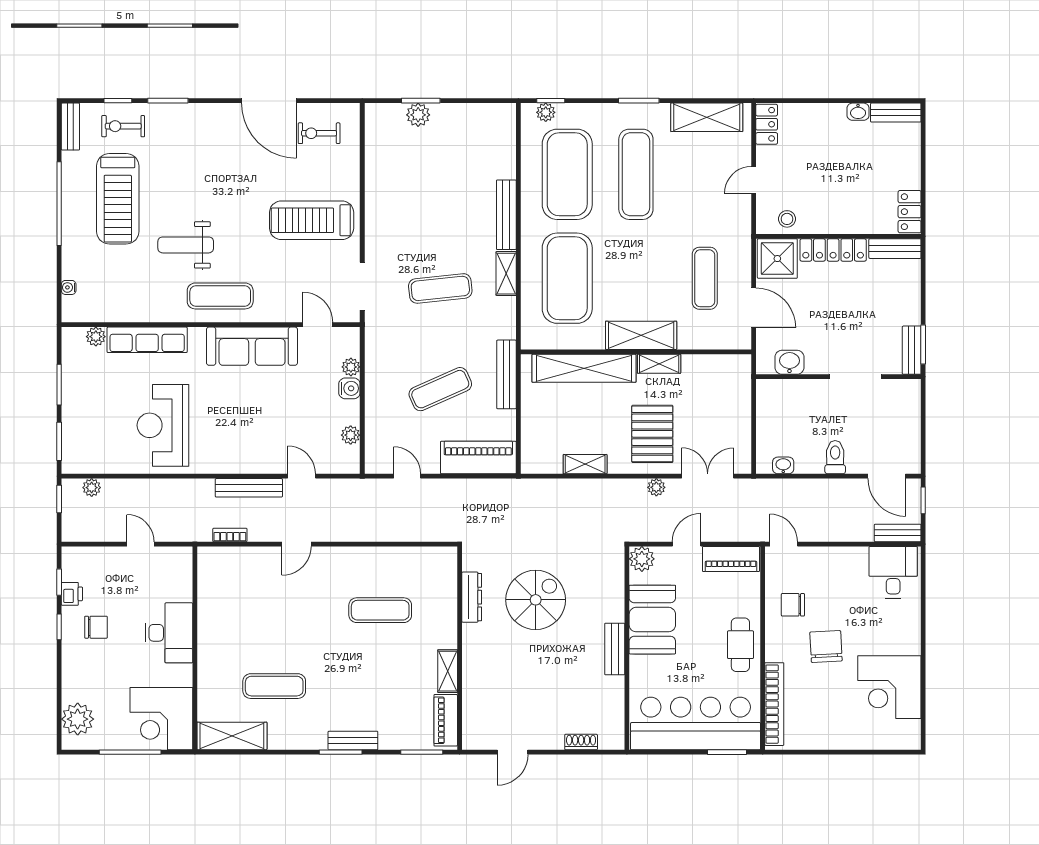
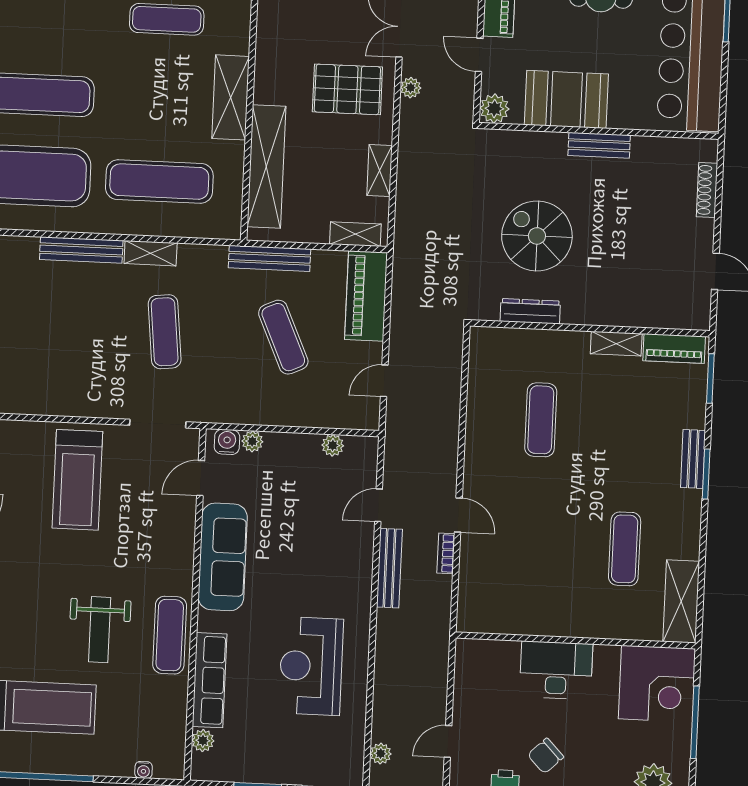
exercise mat: (567, 278) -> (159, 182), width x0.68
exercise mat: (220, 296) -> (170, 635), moved
shelving: (659, 364) -> (355, 234), moved, turned 90
water cooler: (349, 388) -> (227, 442), moved
reception desk: (163, 425) -> (311, 666), turned 90
bookcase: (230, 535) -> (446, 553), moved
door: (140, 544) -> (448, 741), moved
chair: (96, 627) -> (546, 756), turned -134
shoe rack: (581, 742) -> (707, 190), width x1.43

